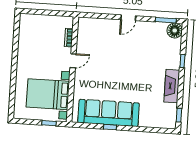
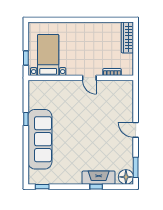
wardrobe: (35, 20) -> (127, 37), added
fireplace: (172, 86) -> (99, 178), moved
bed with nightstands: (48, 94) -> (48, 55), width x0.73
sofa: (109, 113) -> (40, 139), moved

